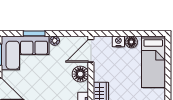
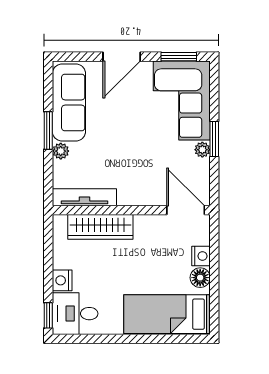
window: (34, 33) -> (214, 139), moved
floor lamp: (80, 74) -> (147, 193), removed

